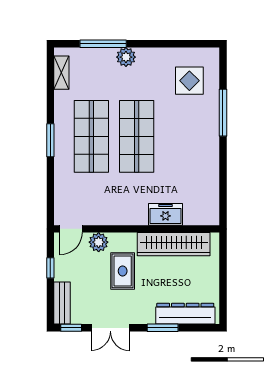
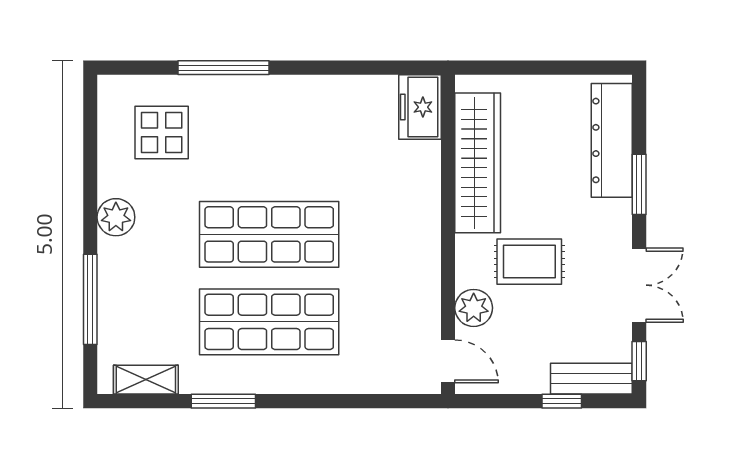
plant: (126, 57) -> (116, 217), moved
window: (50, 140) -> (223, 401), moved
freezer: (165, 214) -> (420, 107), moved
window: (50, 268) -> (562, 401), moved

